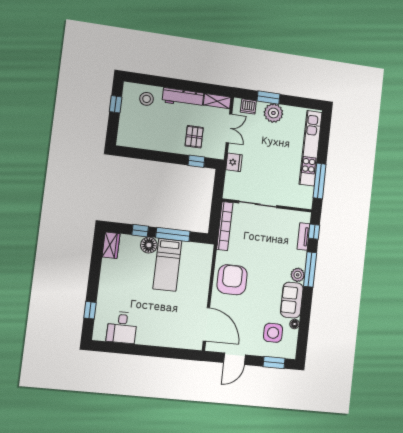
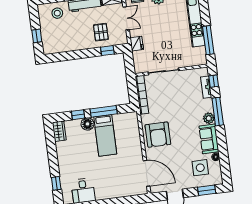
window: (116, 104) -> (37, 36), moved
armchair: (232, 280) -> (158, 135), turned 180

